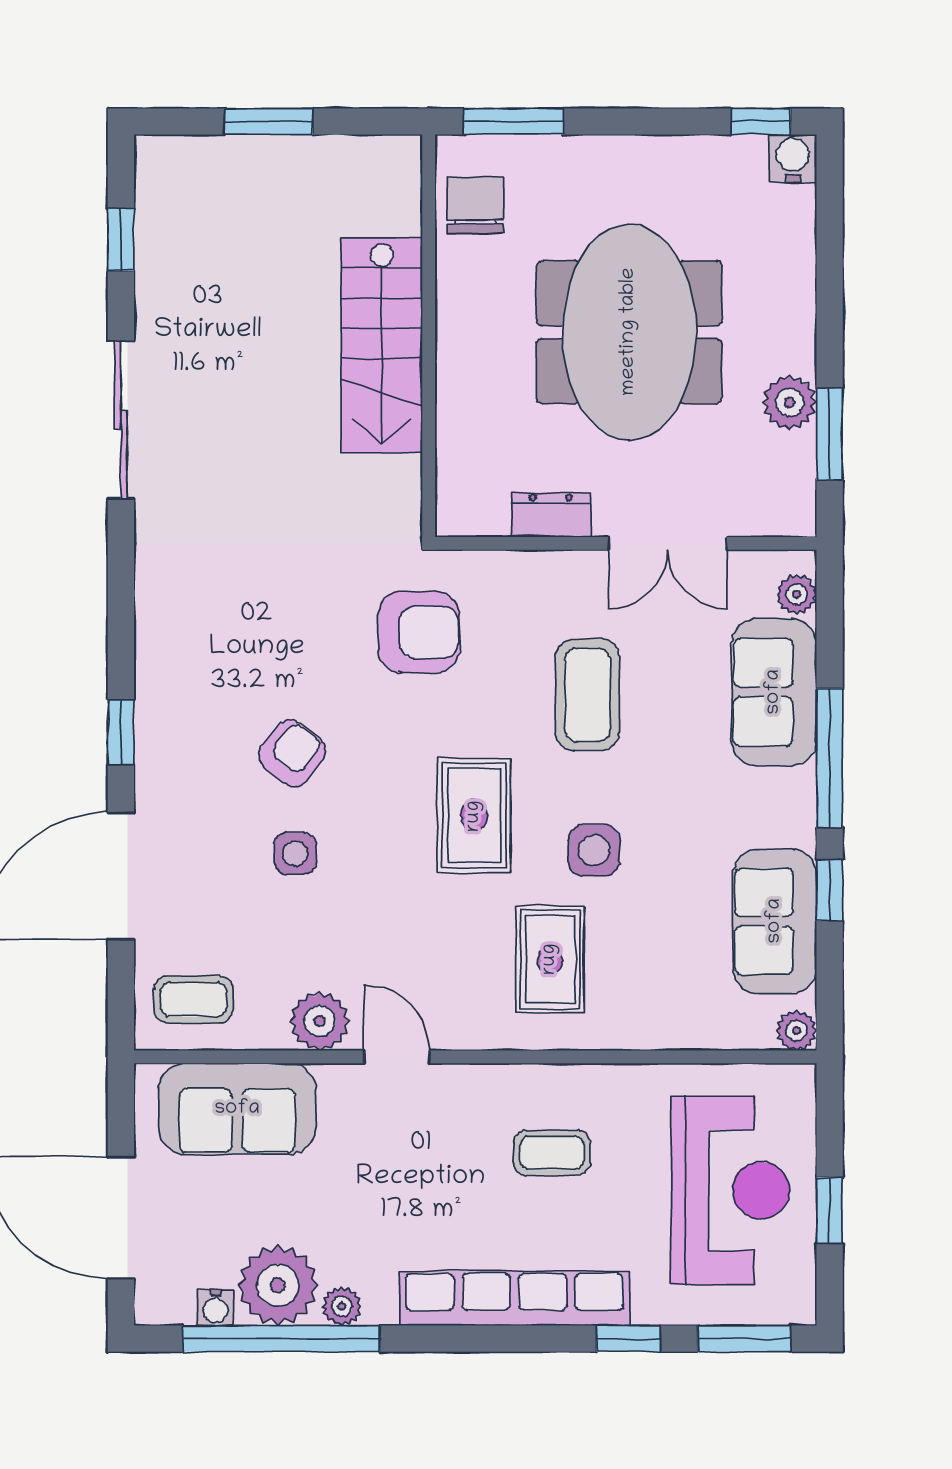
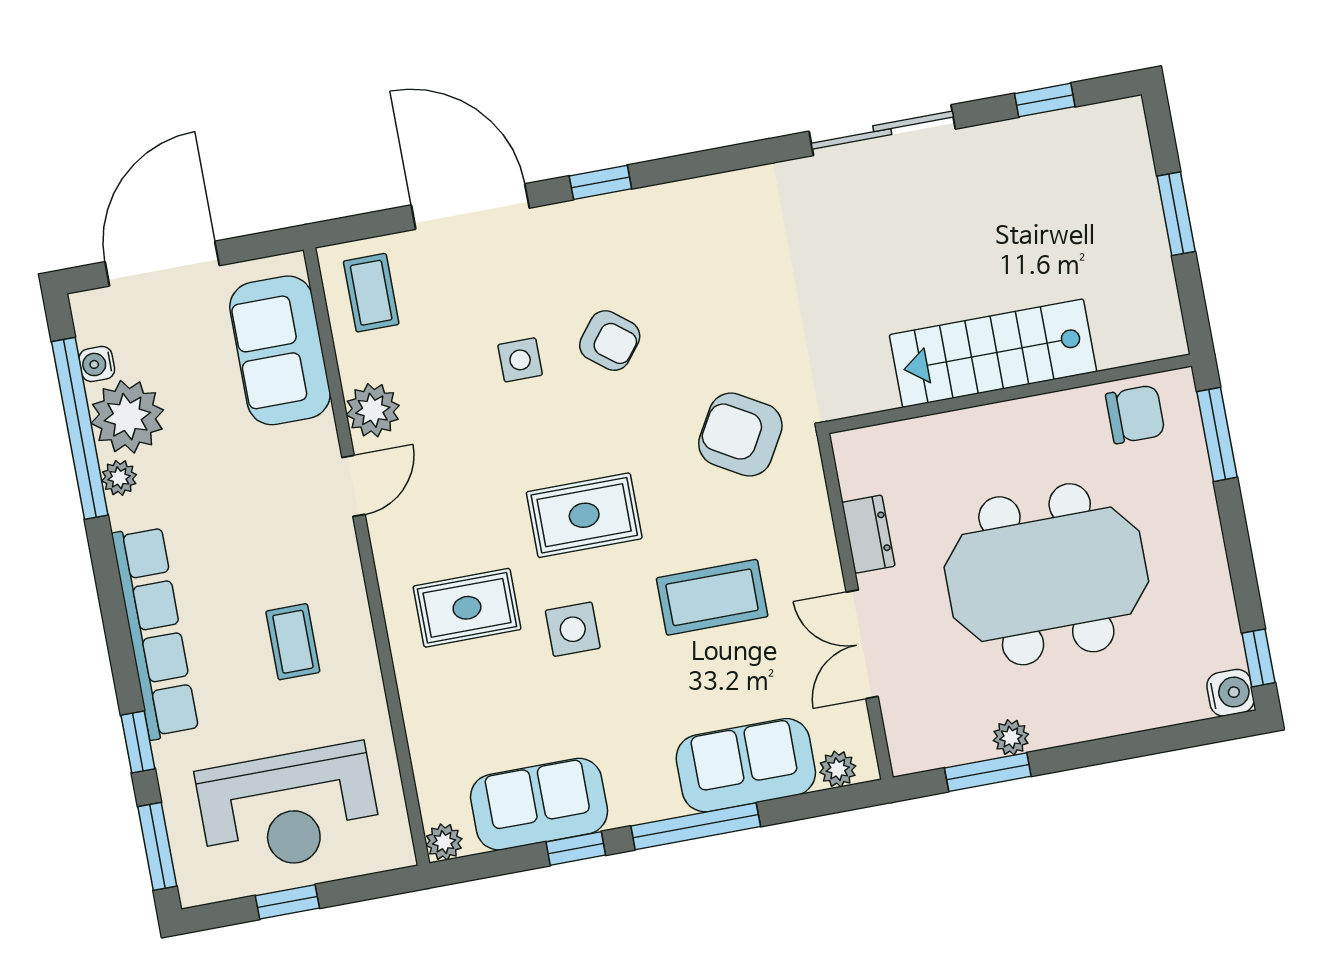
plant: (790, 402) -> (1011, 737), width x0.73, depth x0.73
armchair: (419, 632) -> (740, 435), turned 120

